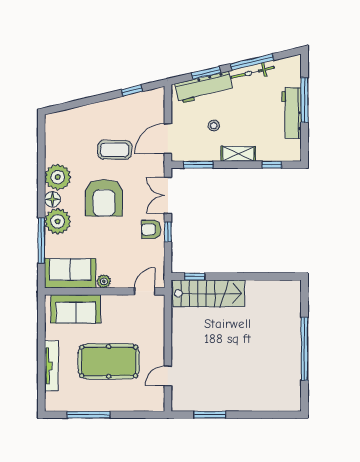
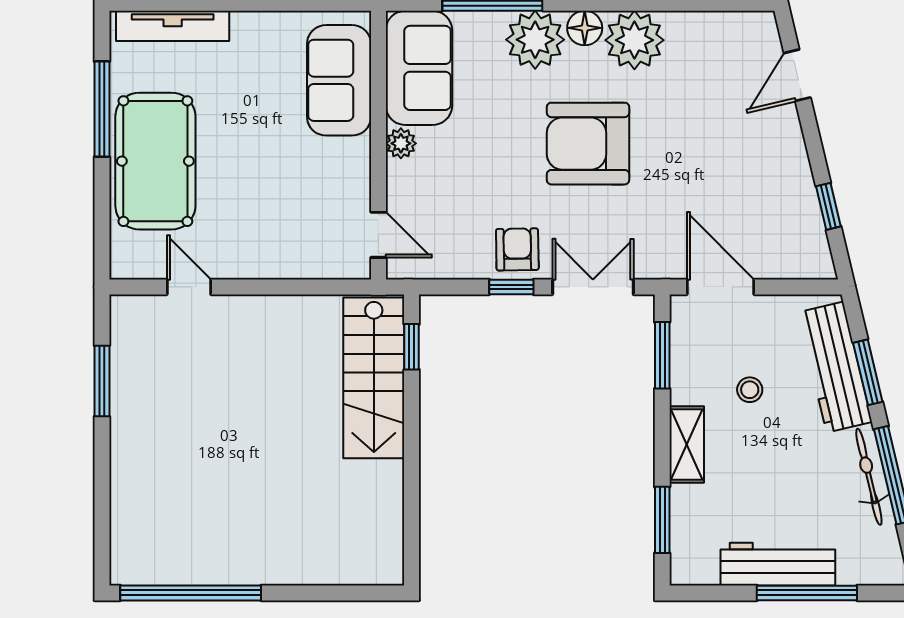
door: (73, 104) -> (797, 75), added
coffee table: (115, 150) -> (695, 167), removed
window: (272, 165) -> (662, 520), width x1.50
window: (304, 349) -> (191, 593), moved
pool table: (109, 361) -> (155, 161), moved
tv unit: (51, 366) -> (173, 26), moved

